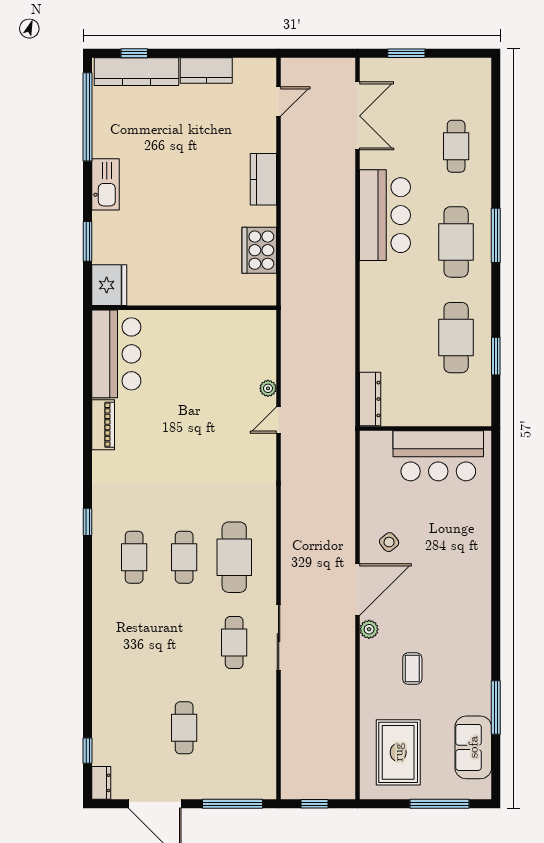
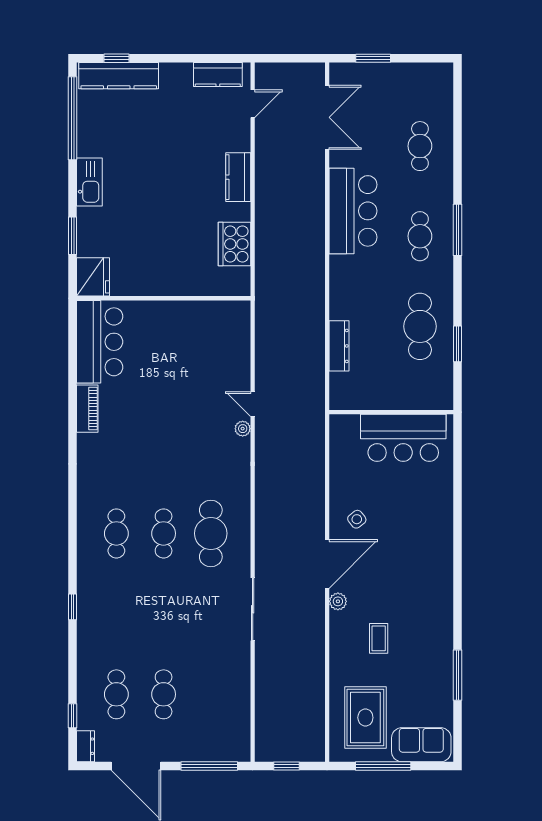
kitchen counter: (206, 70) -> (218, 75), moved
cafe table: (456, 242) -> (420, 236), width x0.73, depth x0.74
plant: (268, 388) -> (243, 429), moved
dresser: (370, 399) -> (339, 346), moved
door: (279, 420) -> (253, 404), hinge flipped
window: (88, 522) -> (73, 607), moved
cafe table: (234, 643) -> (116, 694), moved
sofa: (473, 747) -> (421, 745), moved, turned 90
window: (440, 804) -> (383, 766), moved

